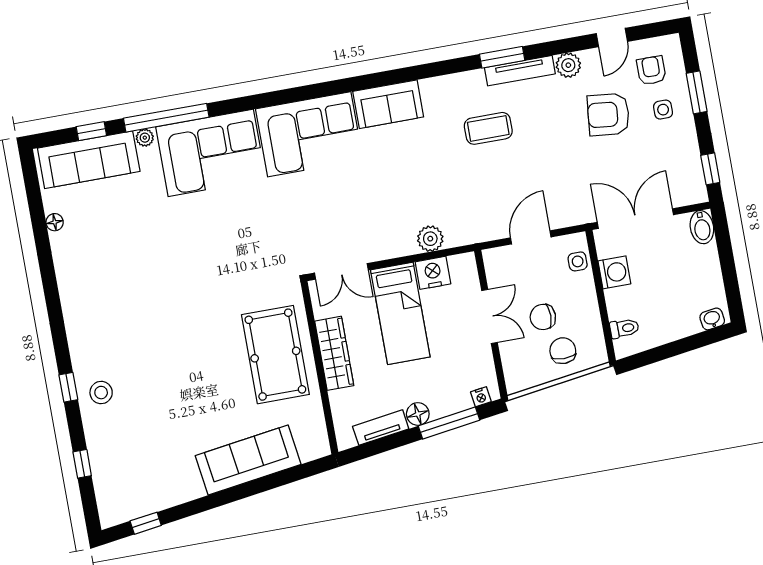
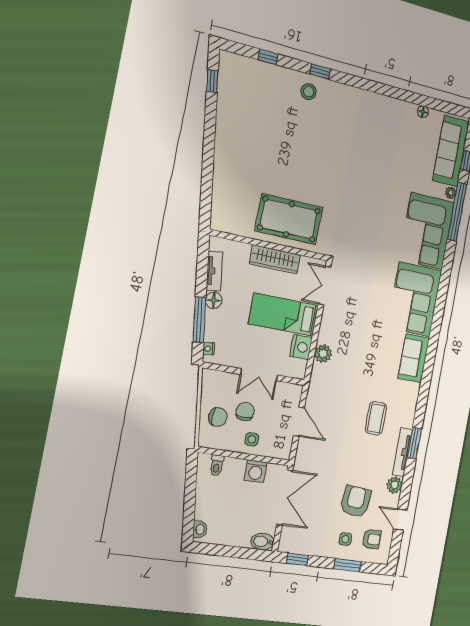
side table: (578, 261) -> (252, 439), moved
sofa: (248, 460) -> (228, 171), removed

